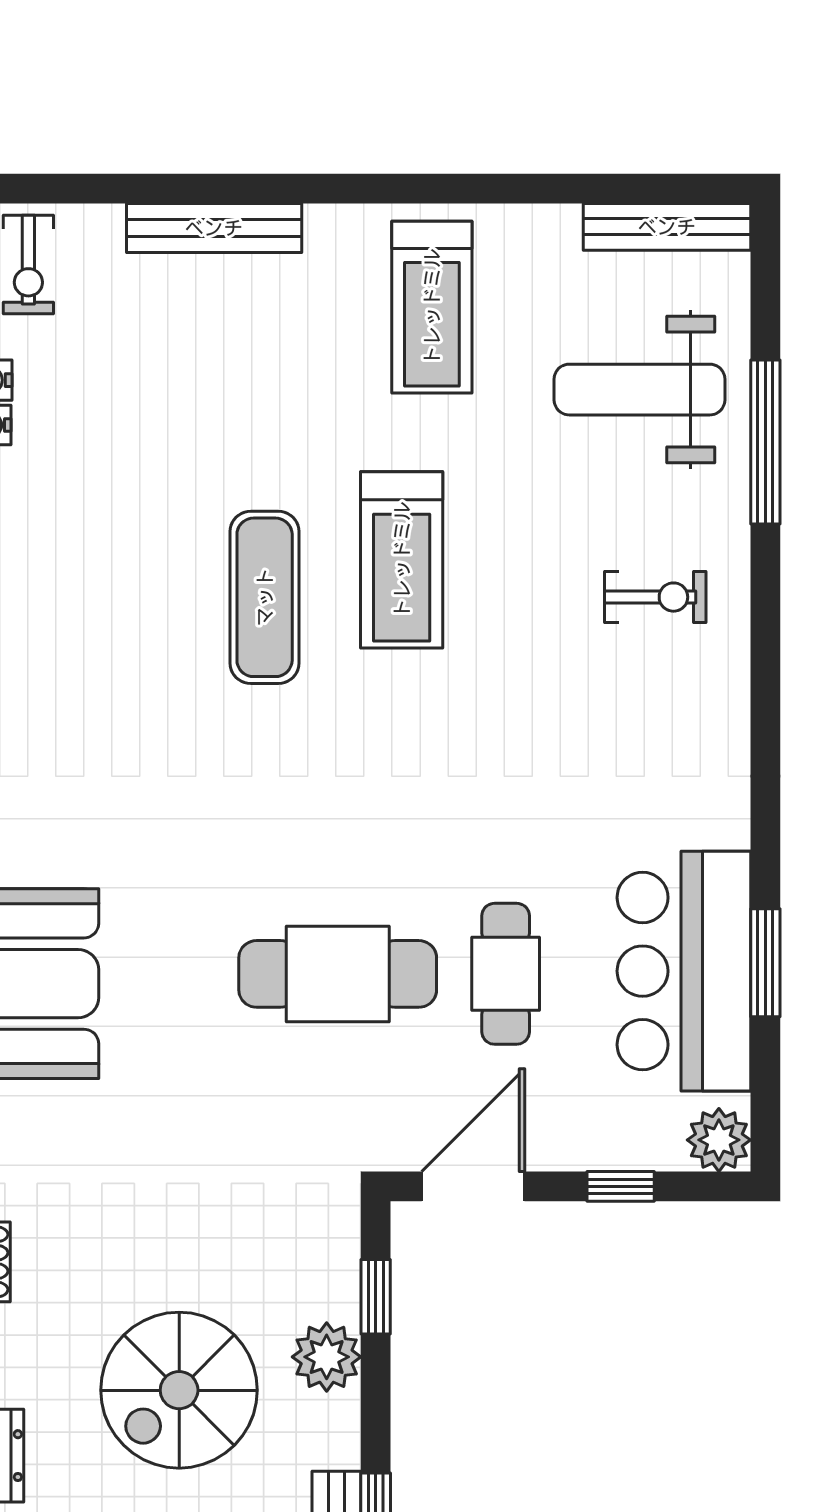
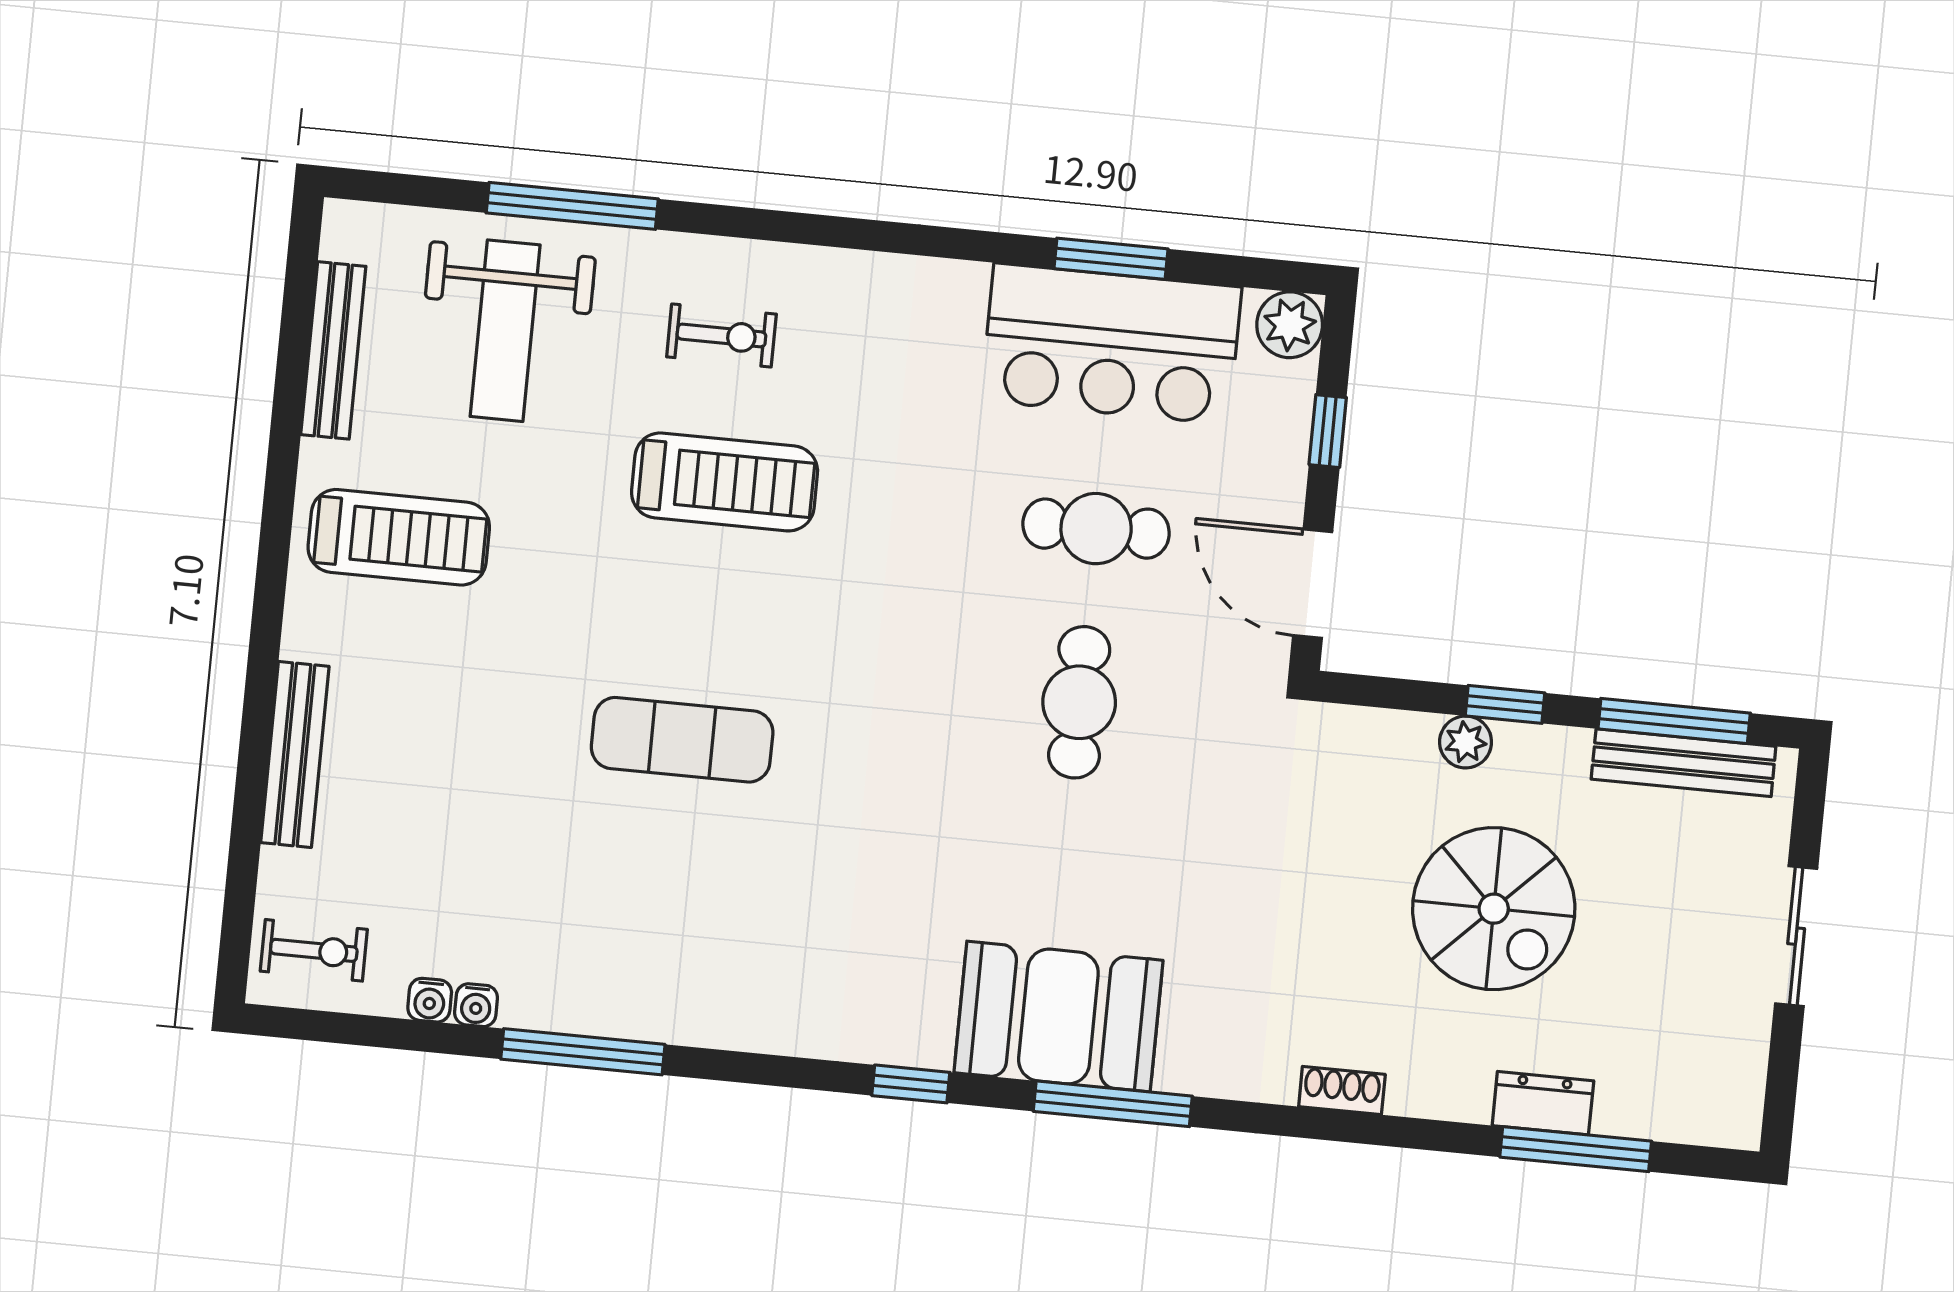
bench: (667, 227) -> (333, 350), moved
treadmill: (402, 560) -> (725, 482), moved
exercise bike: (655, 597) -> (721, 335), turned 90
cafe table: (338, 974) -> (1079, 702), width x0.73, depth x0.74
window: (376, 1297) -> (1505, 704), moved
plant: (327, 1357) -> (1466, 742), width x0.73, depth x0.73

